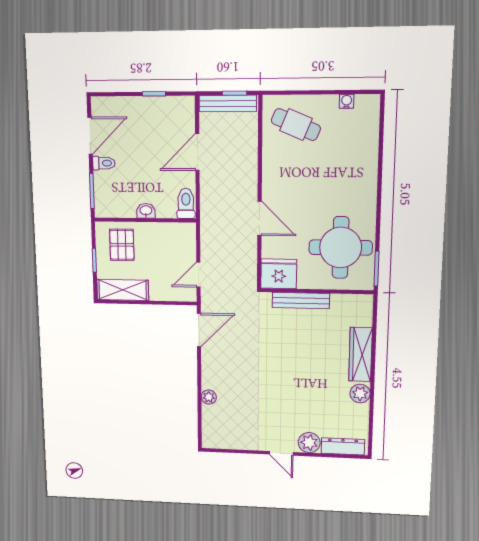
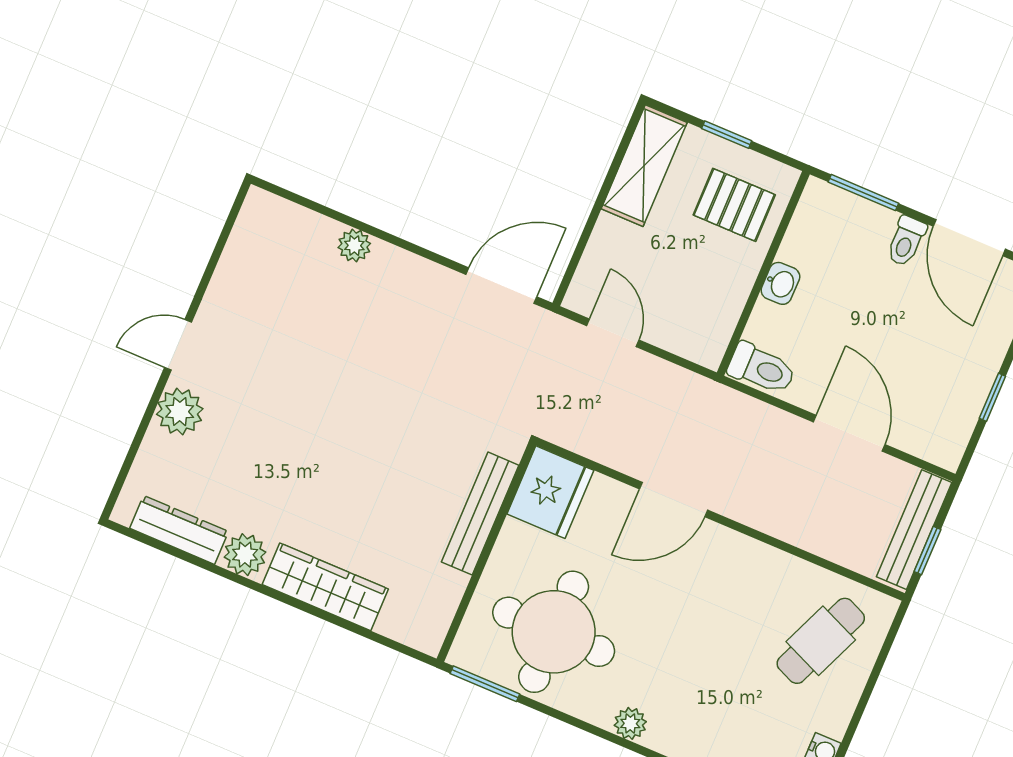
plant: (369, 196) -> (630, 723), added
door: (199, 330) -> (501, 286), swing flipped
dresser: (343, 446) -> (179, 530), moved, turned -90

